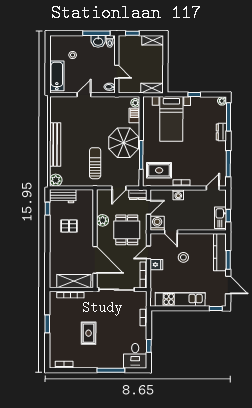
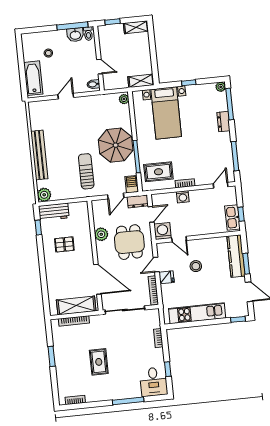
barbecue: (134, 115) -> (132, 184), moved

